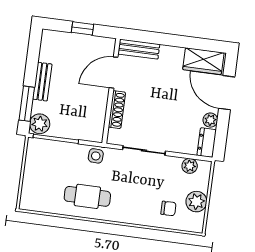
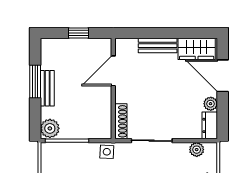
bench: (139, 49) -> (158, 46), moved
window: (27, 104) -> (35, 81), moved
shoe rack: (117, 110) -> (121, 121), moved

